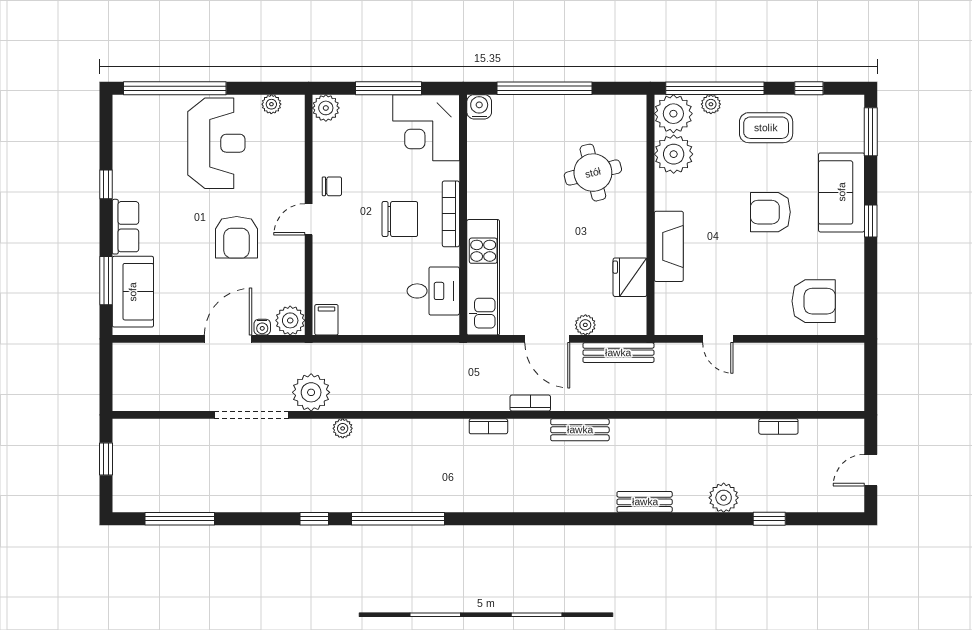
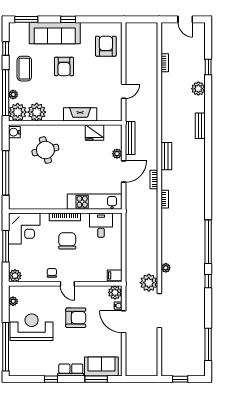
water cooler: (479, 107) -> (14, 132), moved
sofa: (842, 192) -> (55, 33), width x1.36

